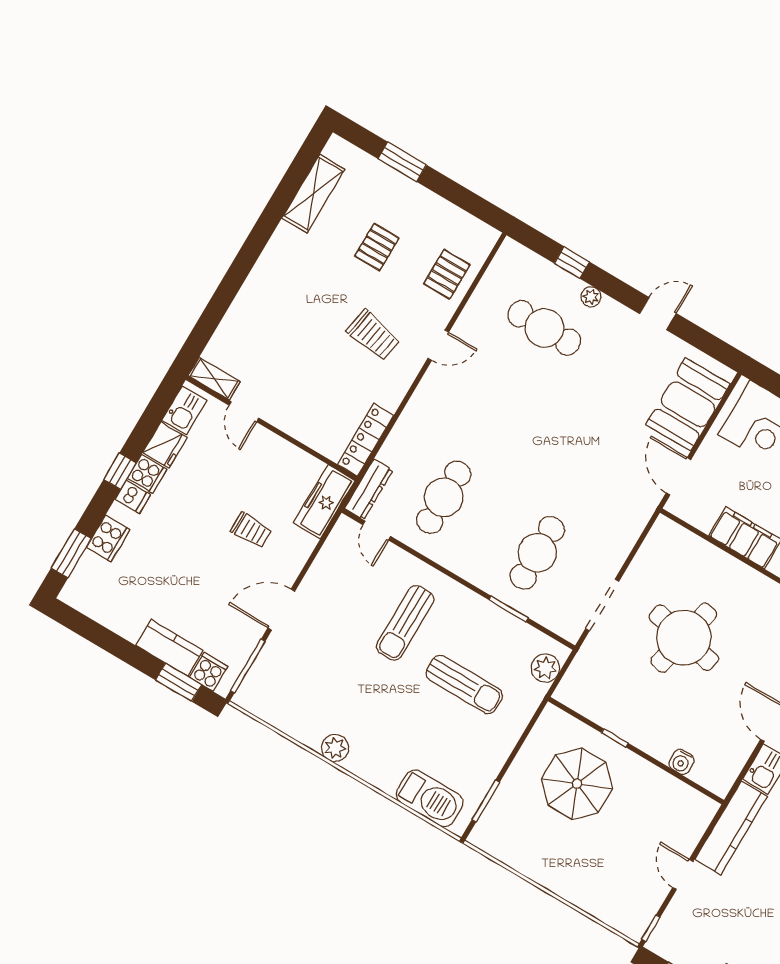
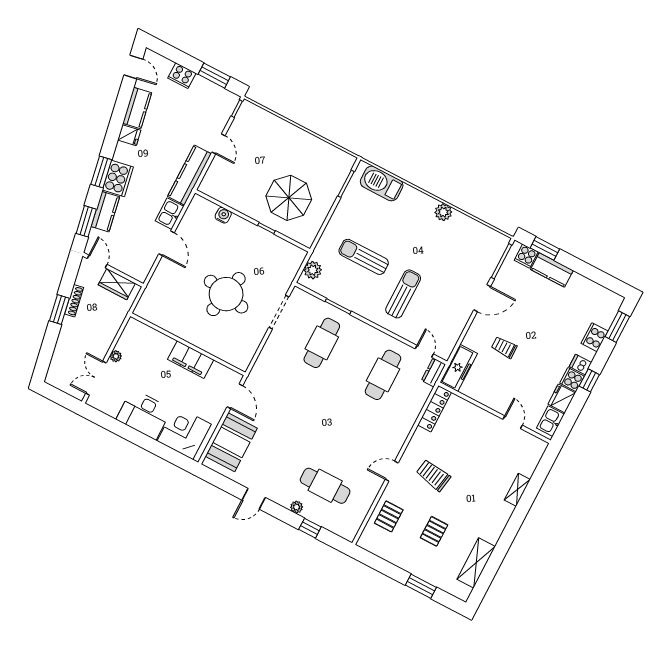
shelving: (214, 379) -> (517, 490), moved, turned 90
dresser: (369, 489) -> (433, 372), width x0.70

